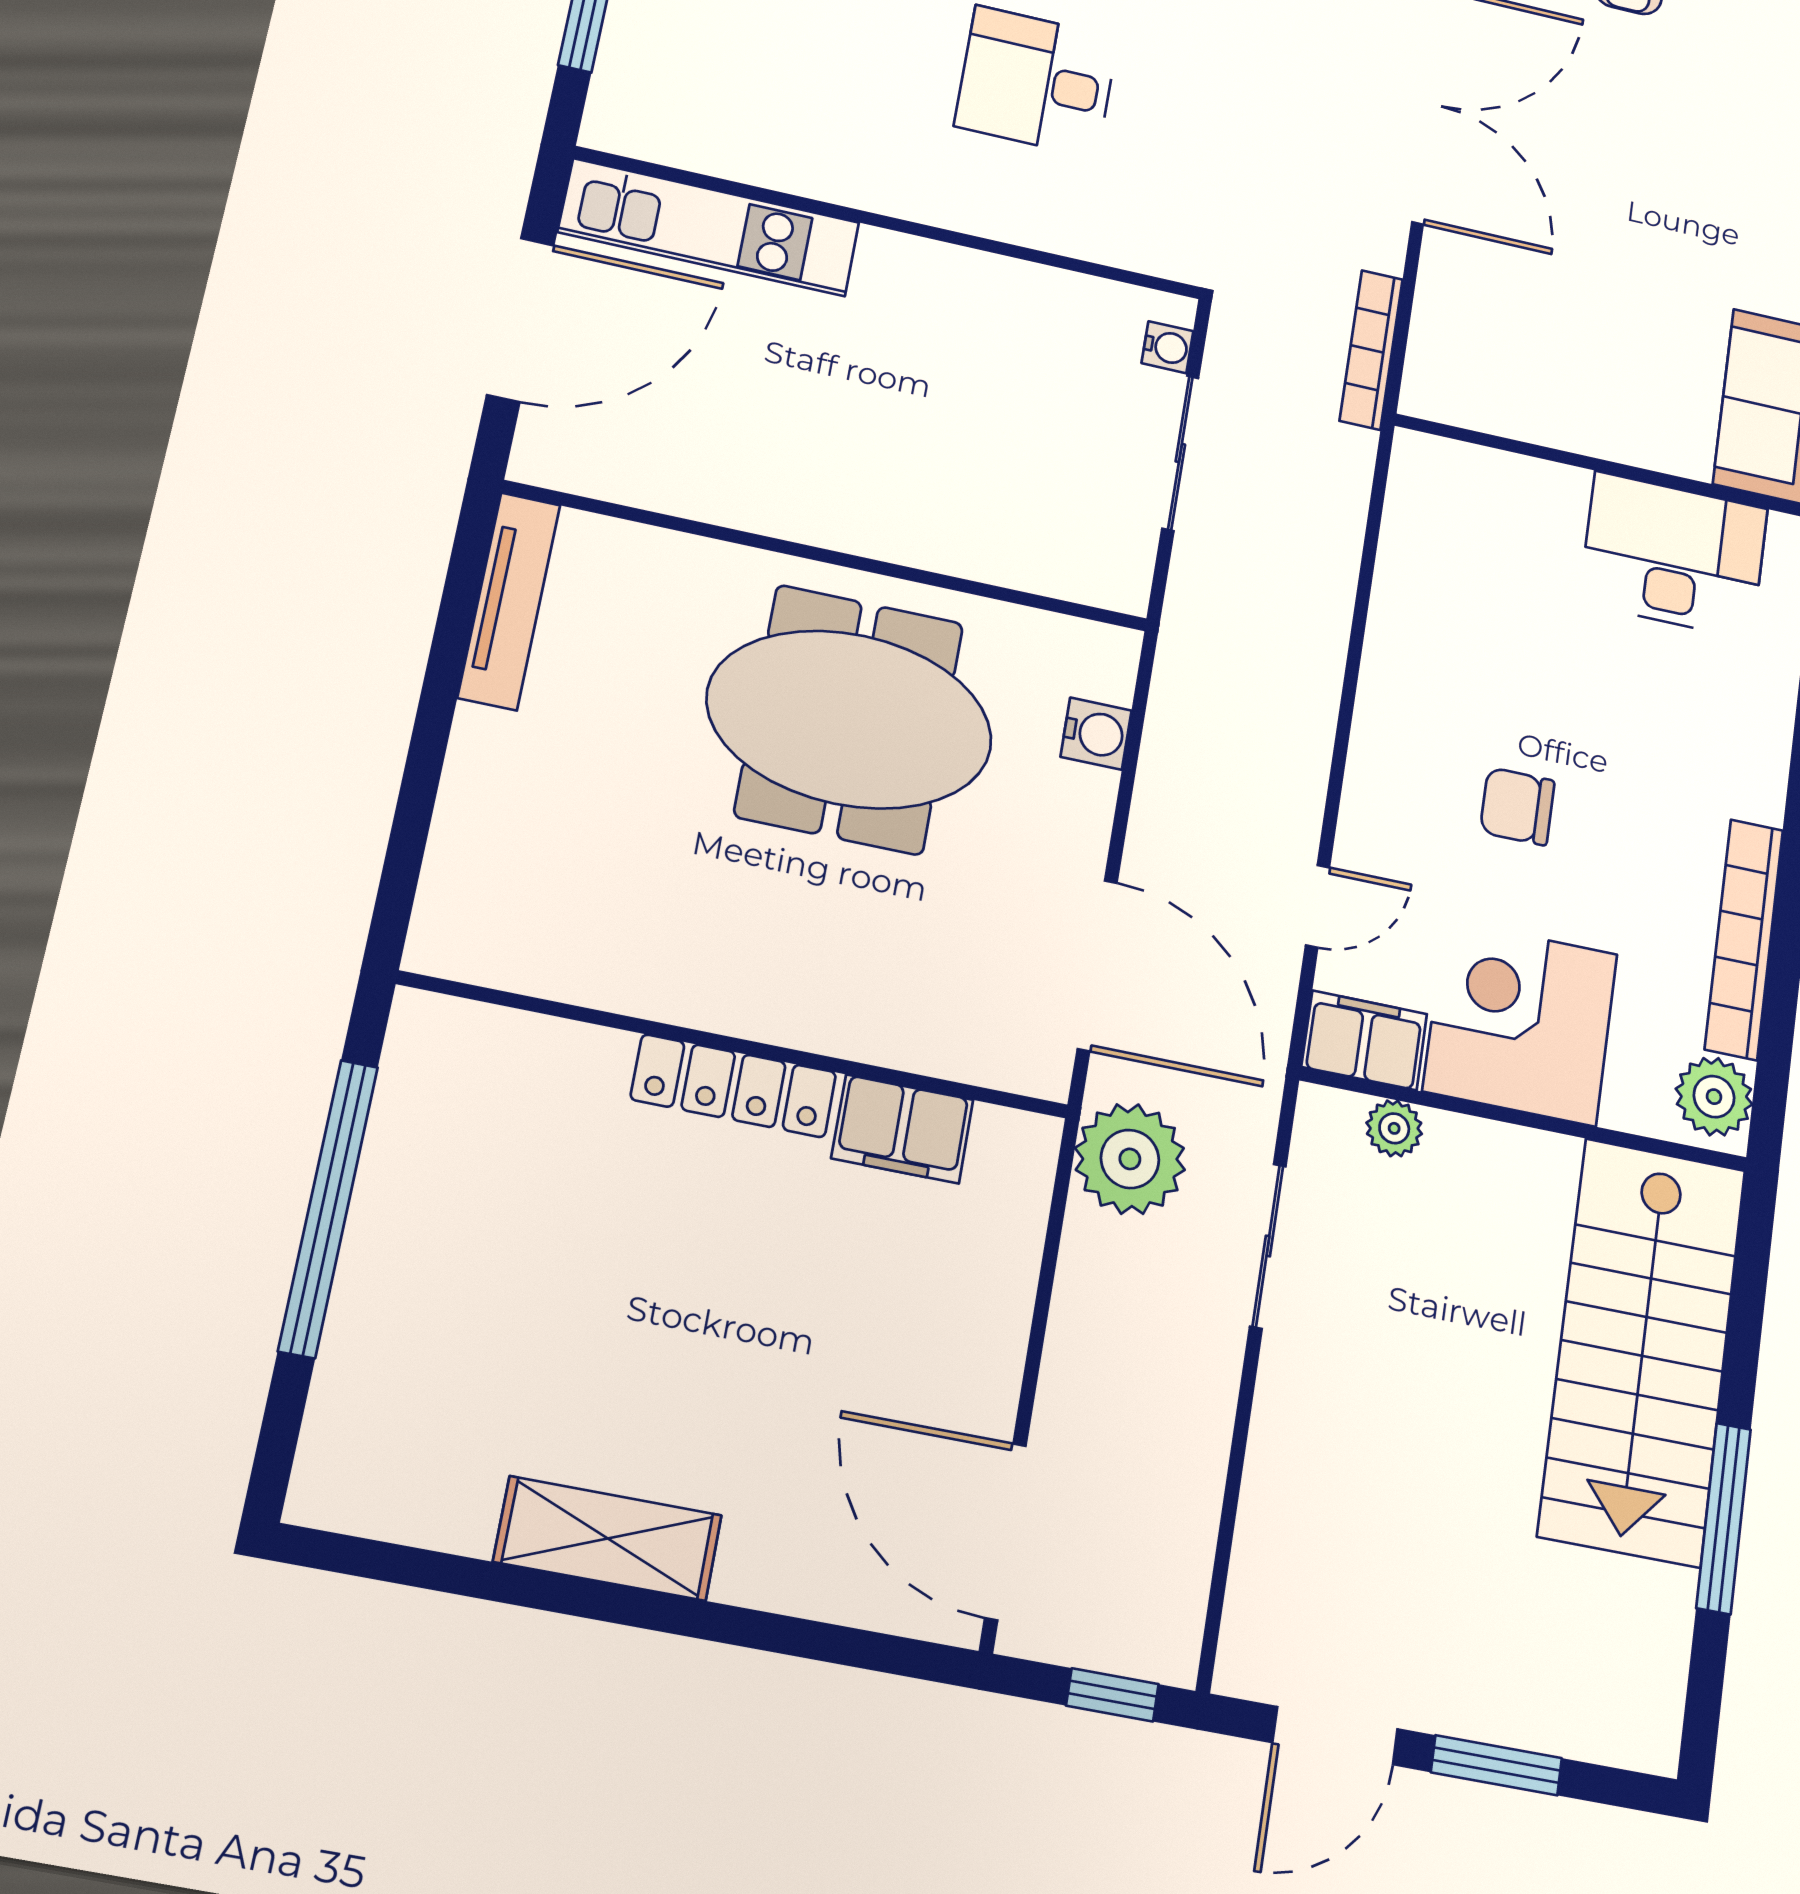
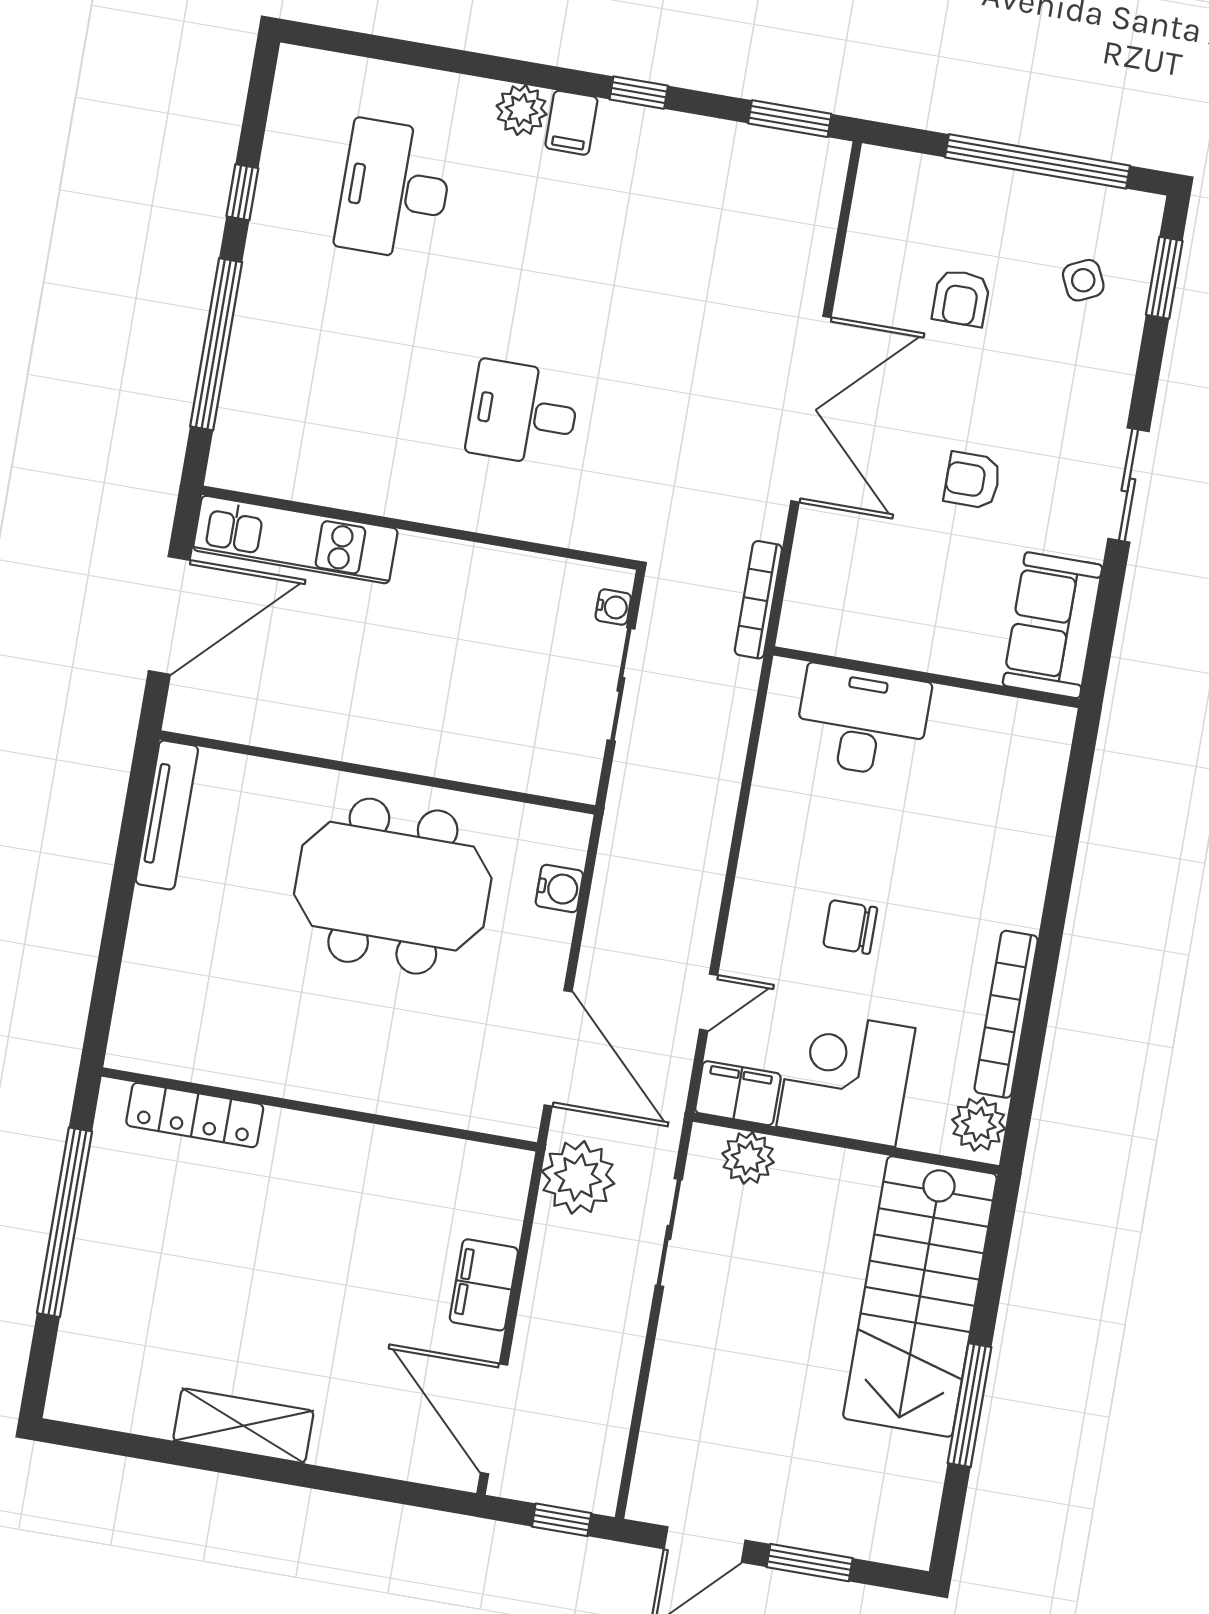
armchair: (1657, 212) -> (972, 480), added
desk: (1674, 555) -> (862, 721), moved
locker: (734, 1086) -> (195, 1115), moved
plant: (1394, 1128) -> (748, 1158), width x1.38, depth x1.38
filing cabinet: (902, 1129) -> (484, 1285), moved, turned 90

